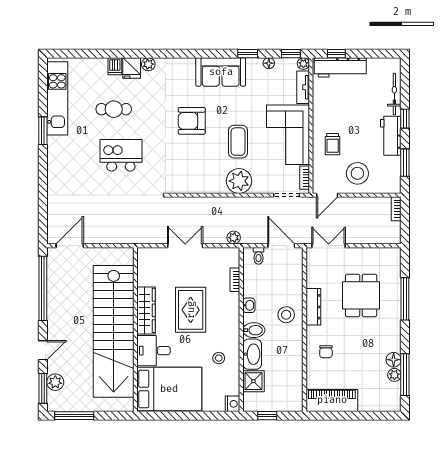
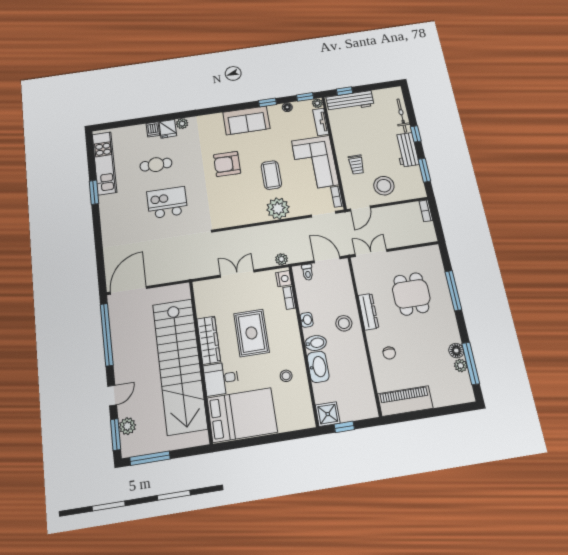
door: (70, 246) -> (128, 290), width x1.36
shower: (253, 381) -> (328, 414), moved
nightstand: (233, 404) -> (284, 279), moved

